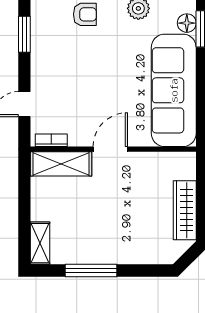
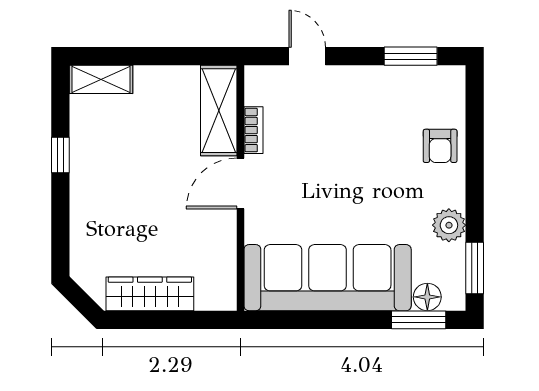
bookcase: (51, 140) -> (253, 130), moved
door: (110, 149) -> (240, 183), swing flipped
window: (91, 271) -> (60, 155), width x0.46

